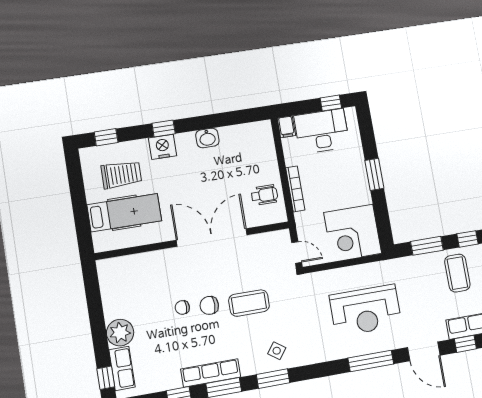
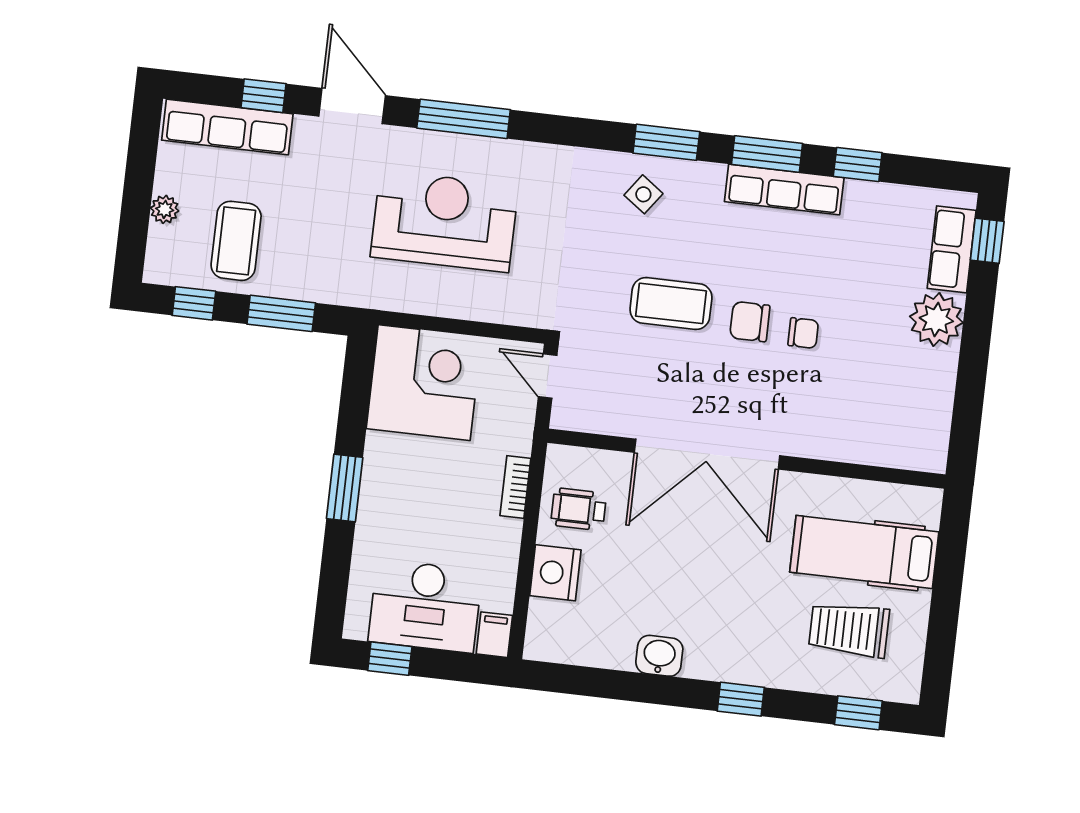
nightstand: (163, 147) -> (555, 573), moved, turned 90
bookcase: (295, 189) -> (515, 487), width x0.64
chair: (209, 305) -> (750, 322), turned 180

